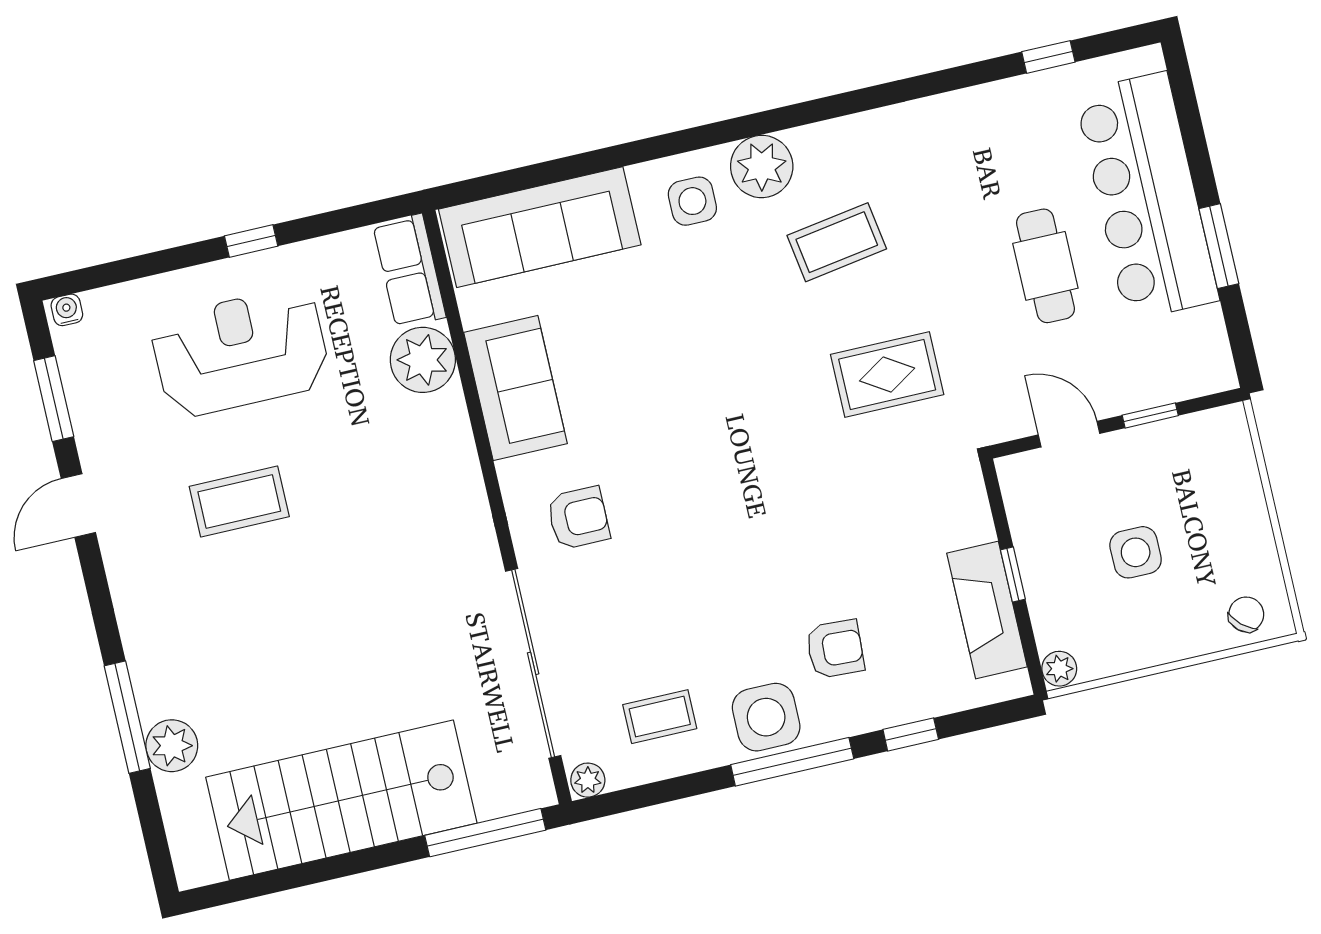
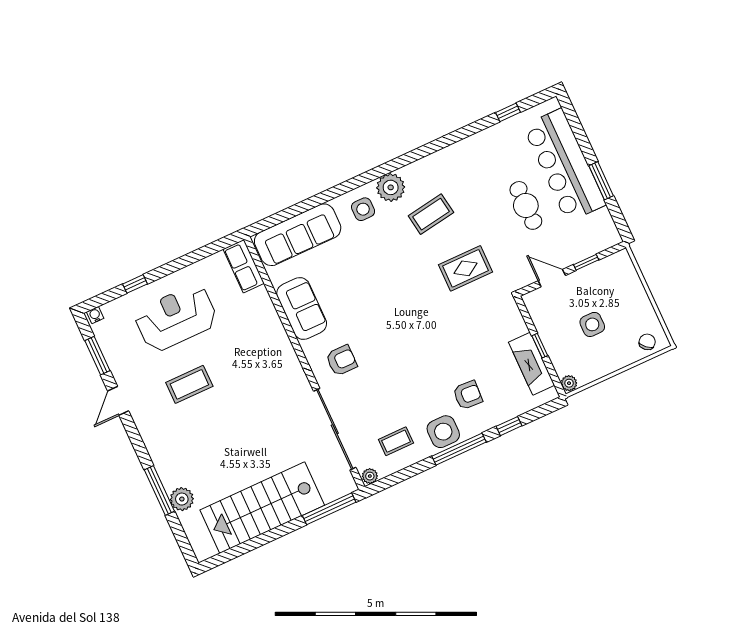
window: (251, 241) -> (135, 284), moved
plant: (423, 360) -> (258, 305), removed

